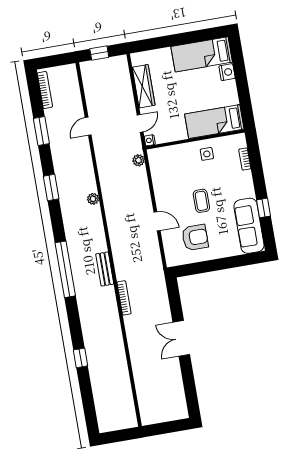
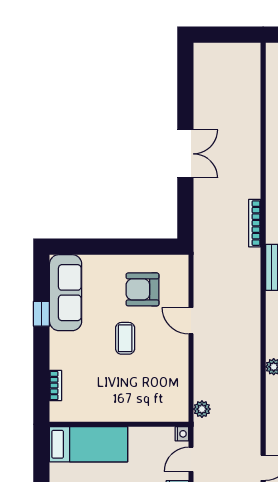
side table: (207, 154) -> (107, 401), removed

